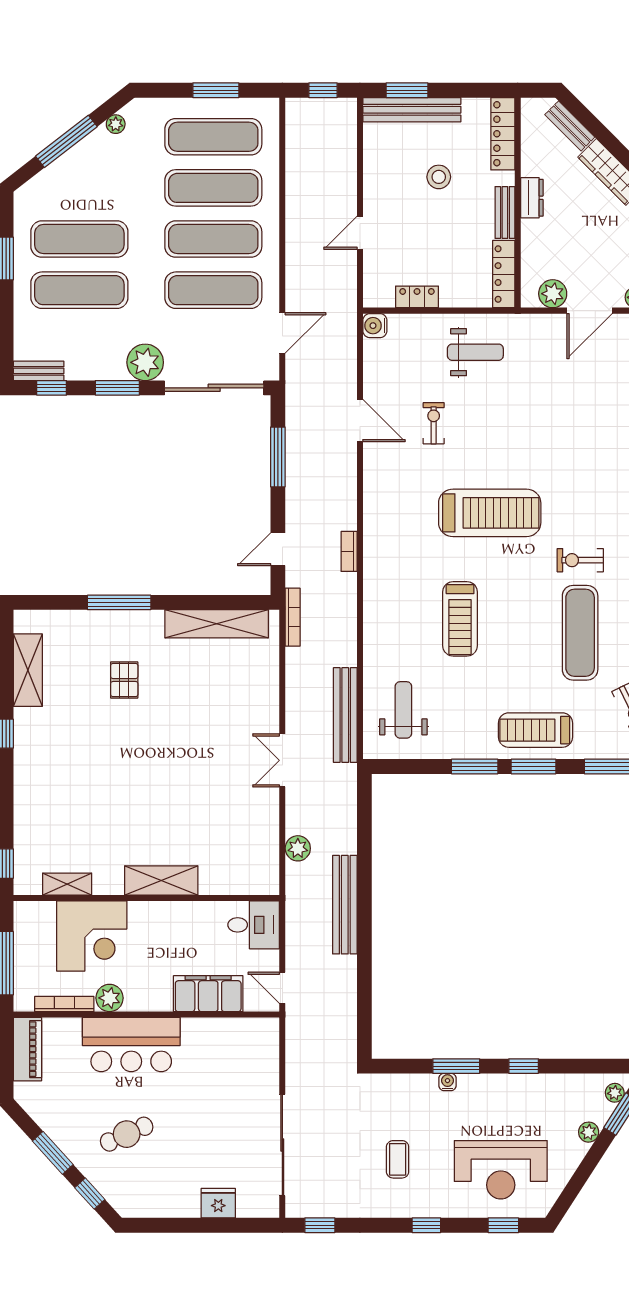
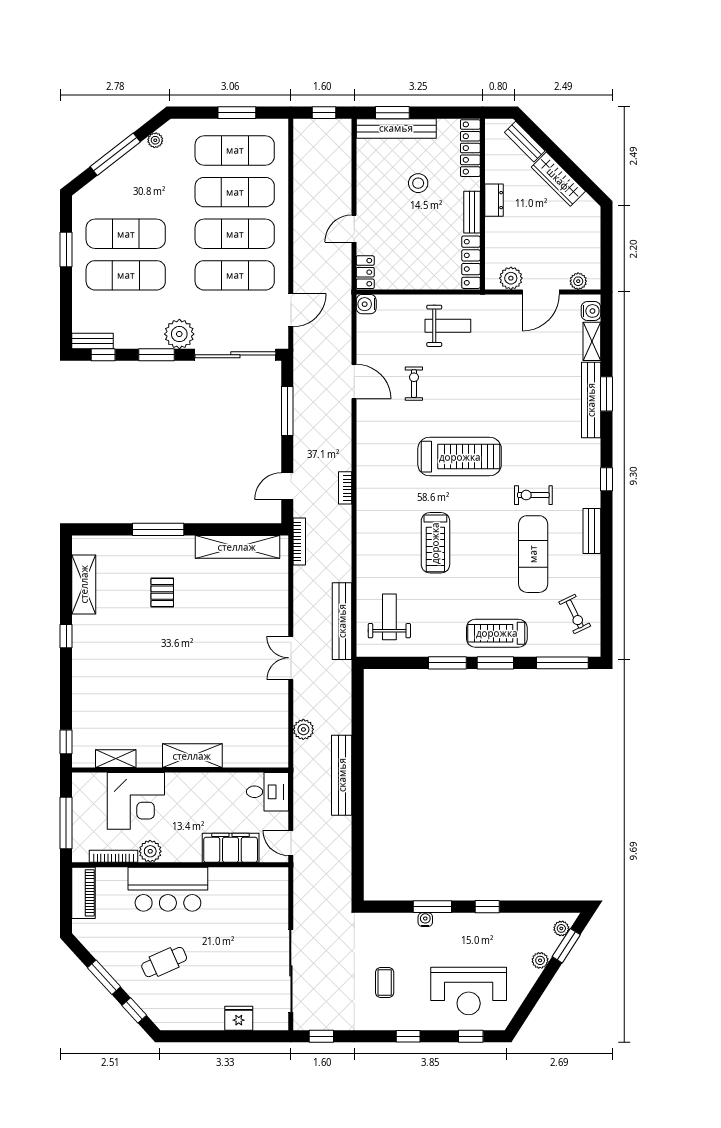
locker: (417, 297) -> (365, 272), moved, turned 90

